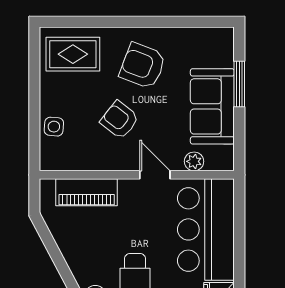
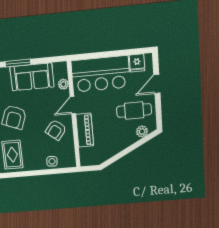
armchair: (120, 120) -> (56, 130), moved
piano: (87, 192) -> (85, 130), moved

